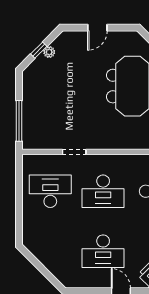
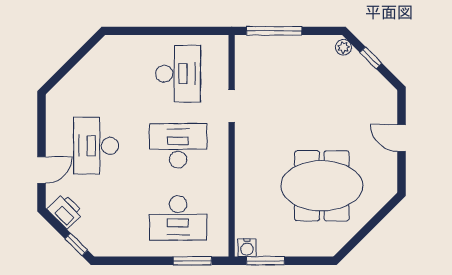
plant: (49, 52) -> (343, 47), moved
desk: (103, 191) -> (178, 146), turned 90

